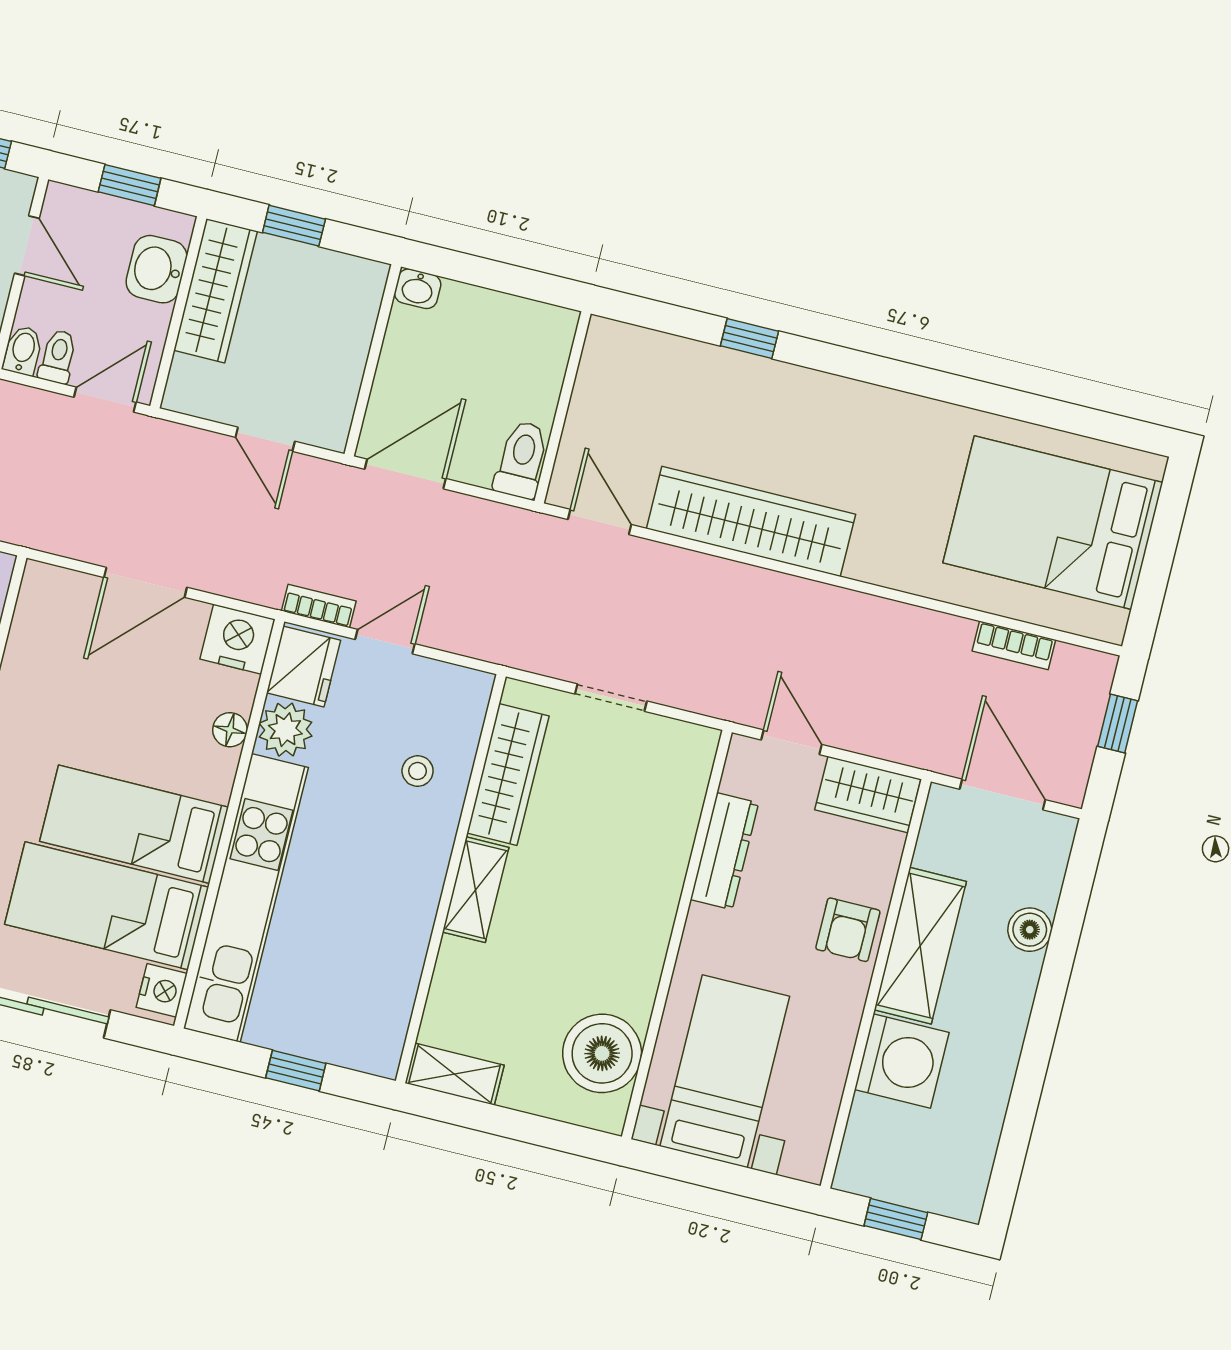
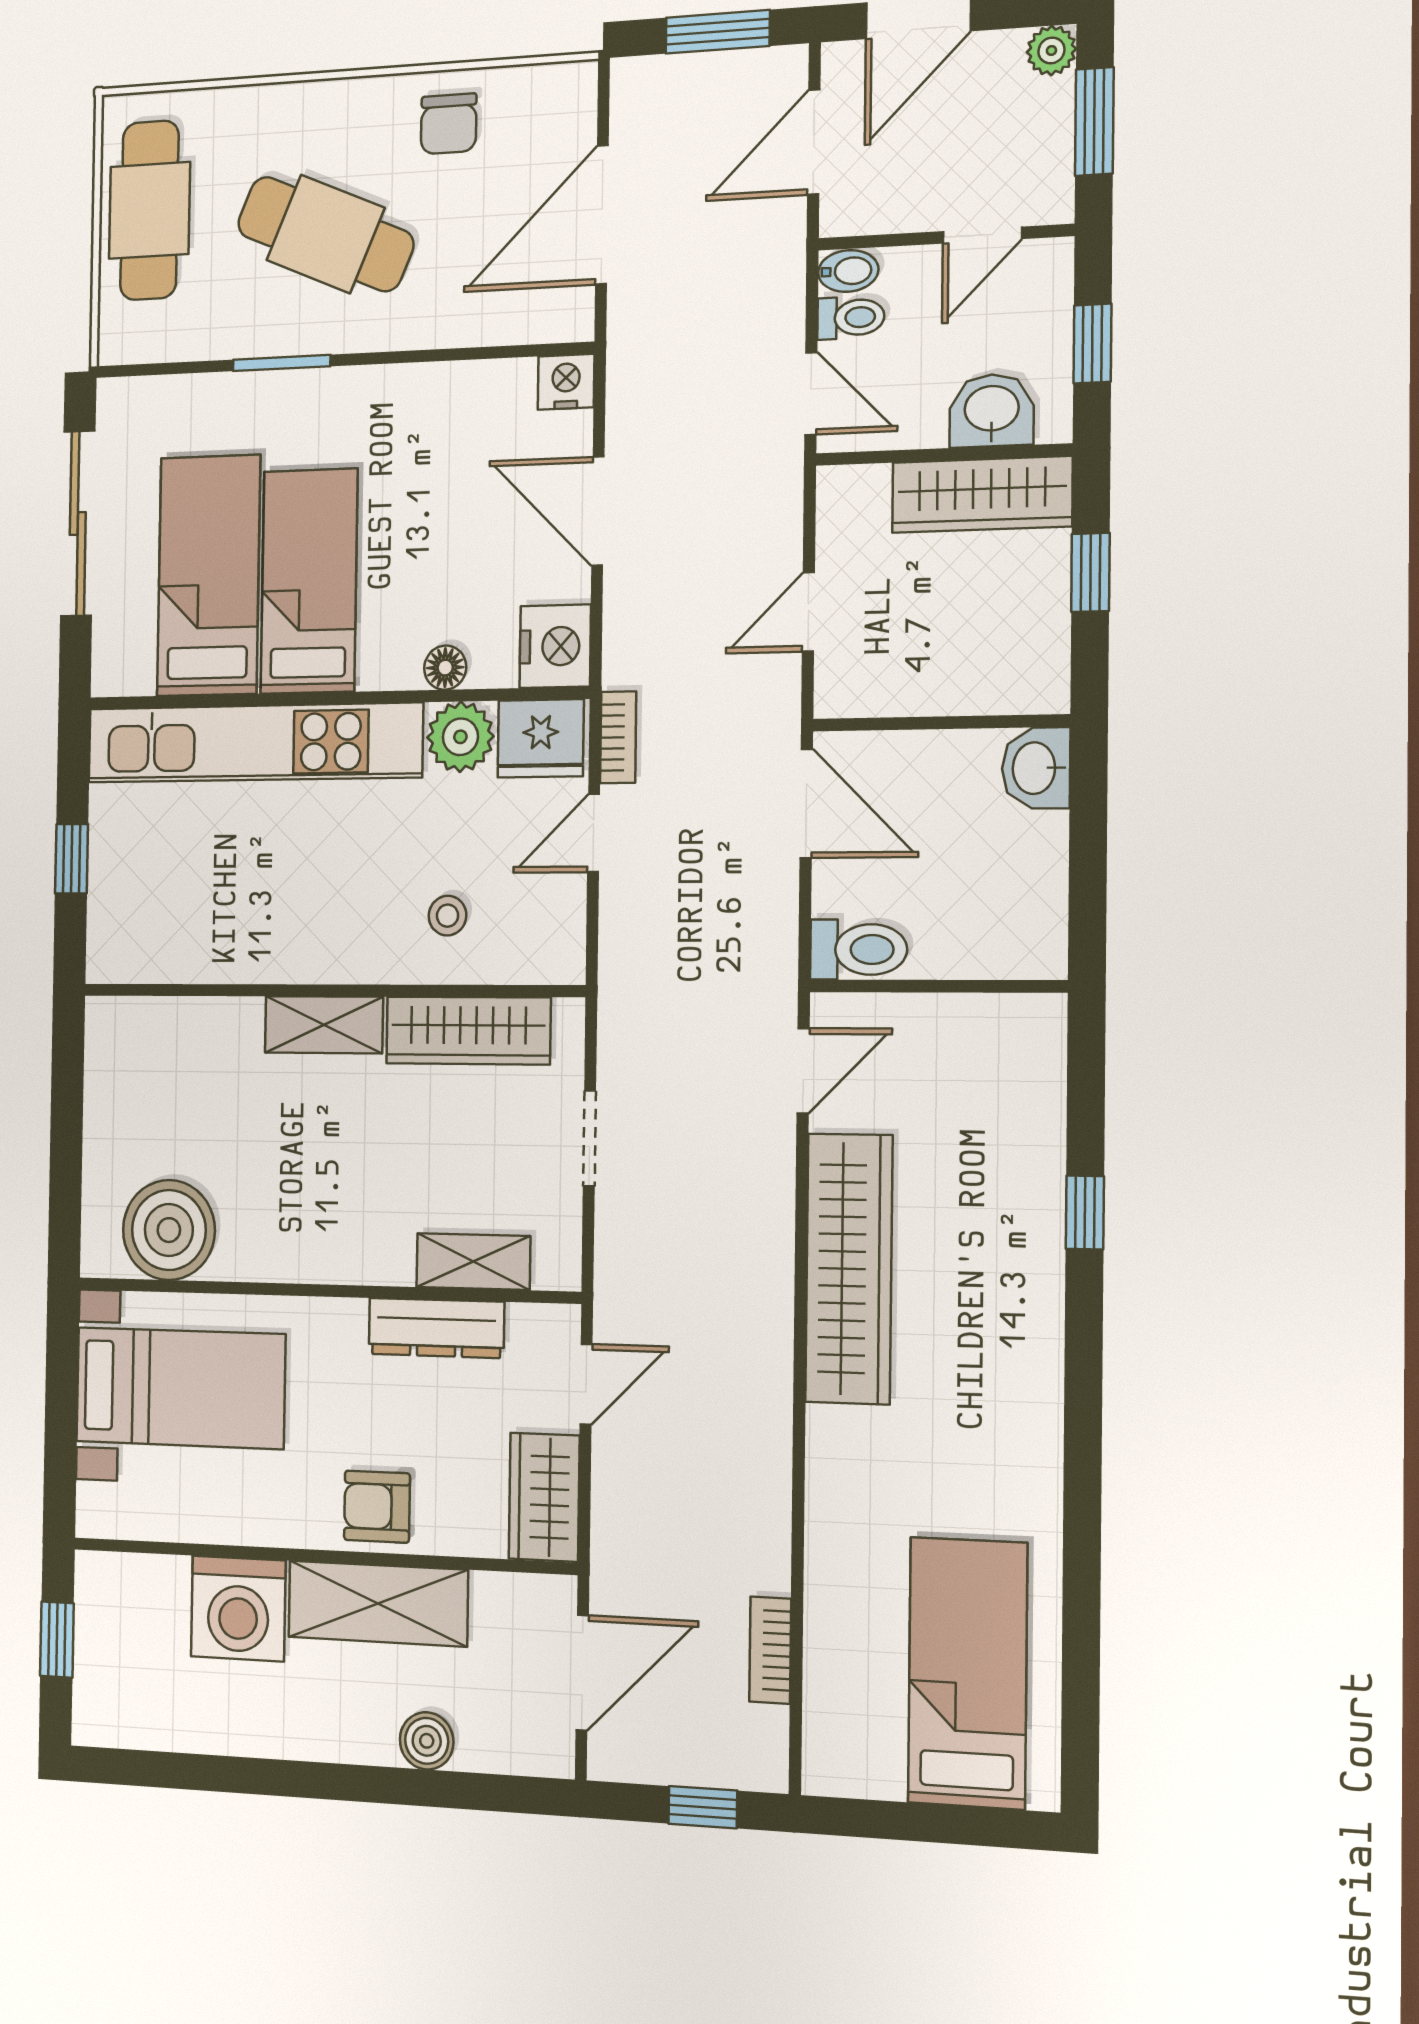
washbasin: (418, 289) -> (1036, 768), width x1.38, depth x1.45
bed: (1053, 523) -> (968, 1673), width x0.67
door: (385, 642) -> (594, 833), swing flipped
nightstand: (162, 990) -> (566, 382), moved, turned 180
shelving: (455, 1074) -> (473, 1262), moved, turned 90

